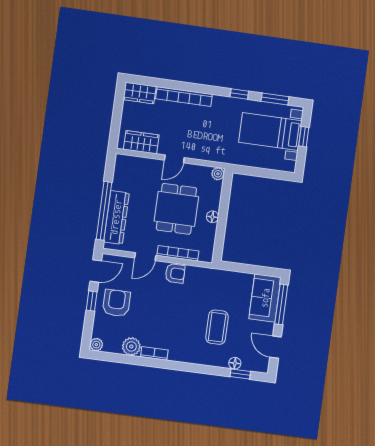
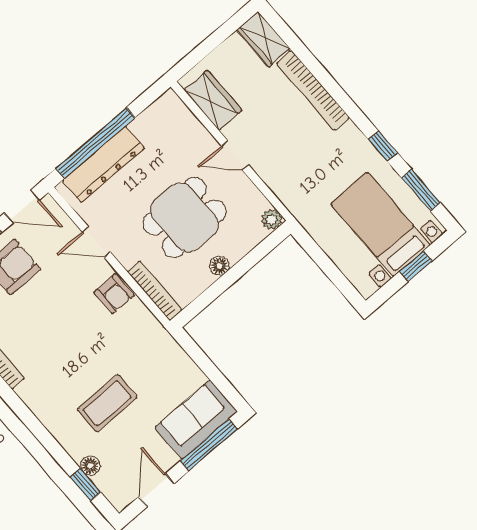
bookcase: (178, 253) -> (155, 291), moved

